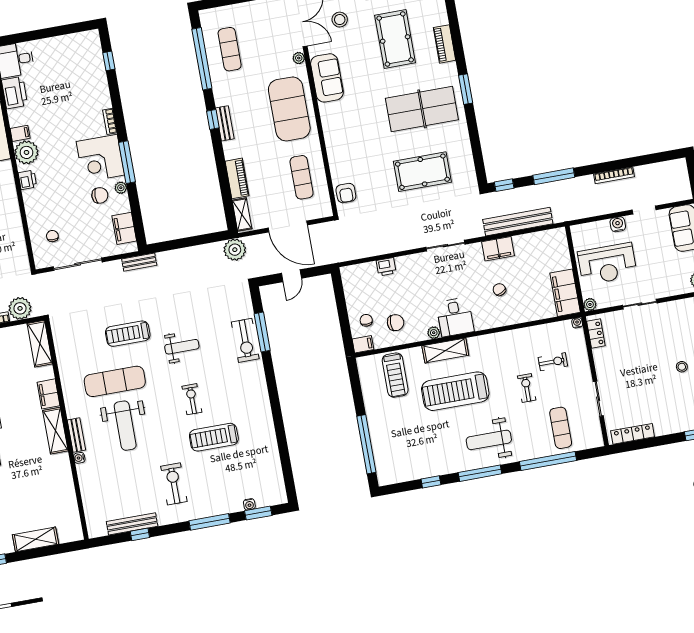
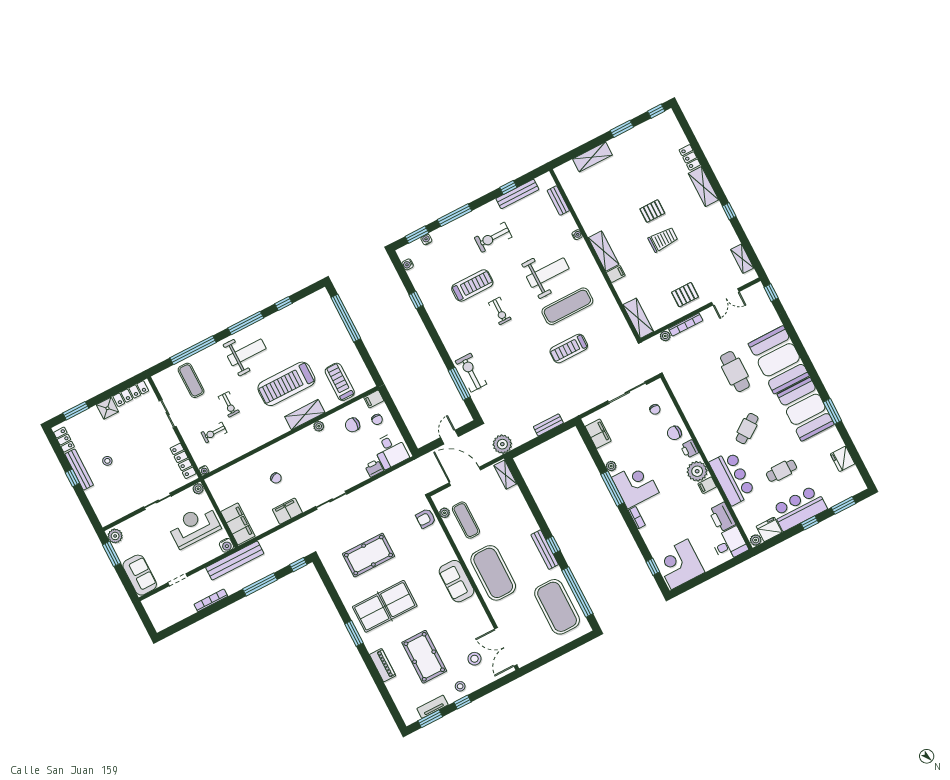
exercise mat: (230, 49) -> (557, 607), width x2.00, depth x1.45
corner desk: (78, 55) -> (679, 564), added
plant: (299, 58) -> (445, 513), moved
sofa: (327, 78) -> (456, 581), moved
bench: (225, 123) -> (545, 550), width x1.36
piano: (237, 178) -> (518, 503), removed
armchair: (346, 193) -> (426, 518), turned -90
chair: (100, 195) -> (674, 433), moved
bench: (518, 222) -> (235, 561), moved
water cooler: (618, 224) -> (226, 545), moved
bench: (139, 262) -> (548, 425), moved
filing cabinet: (565, 293) -> (238, 524), moved
plant: (20, 308) -> (665, 336), width x0.53, depth x0.53
desk: (455, 317) -> (390, 450), moved, turned 180
treadmill: (128, 334) -> (569, 348), turned 180
locker: (596, 334) -> (183, 461), width x1.53
weight bench: (182, 347) -> (521, 351), removed
treadmill: (455, 391) -> (286, 384), turned 180
filing cabinet: (48, 394) -> (616, 274), width x0.50
shower: (664, 425) -> (107, 408), added
weight bench: (125, 426) -> (548, 273), turned 90
bench: (76, 435) -> (558, 201), moved
window: (282, 440) -> (416, 300), added
water cooler: (279, 483) -> (408, 264), added
exercise bike: (174, 484) -> (493, 237), turned 90

